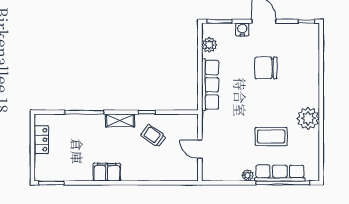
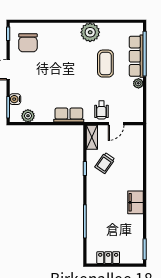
water cooler: (242, 30) -> (15, 99), moved
chair: (266, 68) -> (28, 43), moved
row of seats: (210, 85) -> (69, 115), width x0.68
shelving: (120, 120) -> (92, 137), moved
wheelchair: (216, 132) -> (101, 110), added

